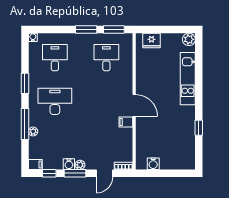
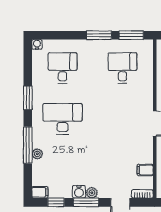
filing cabinet: (126, 122) -> (145, 170), moved

